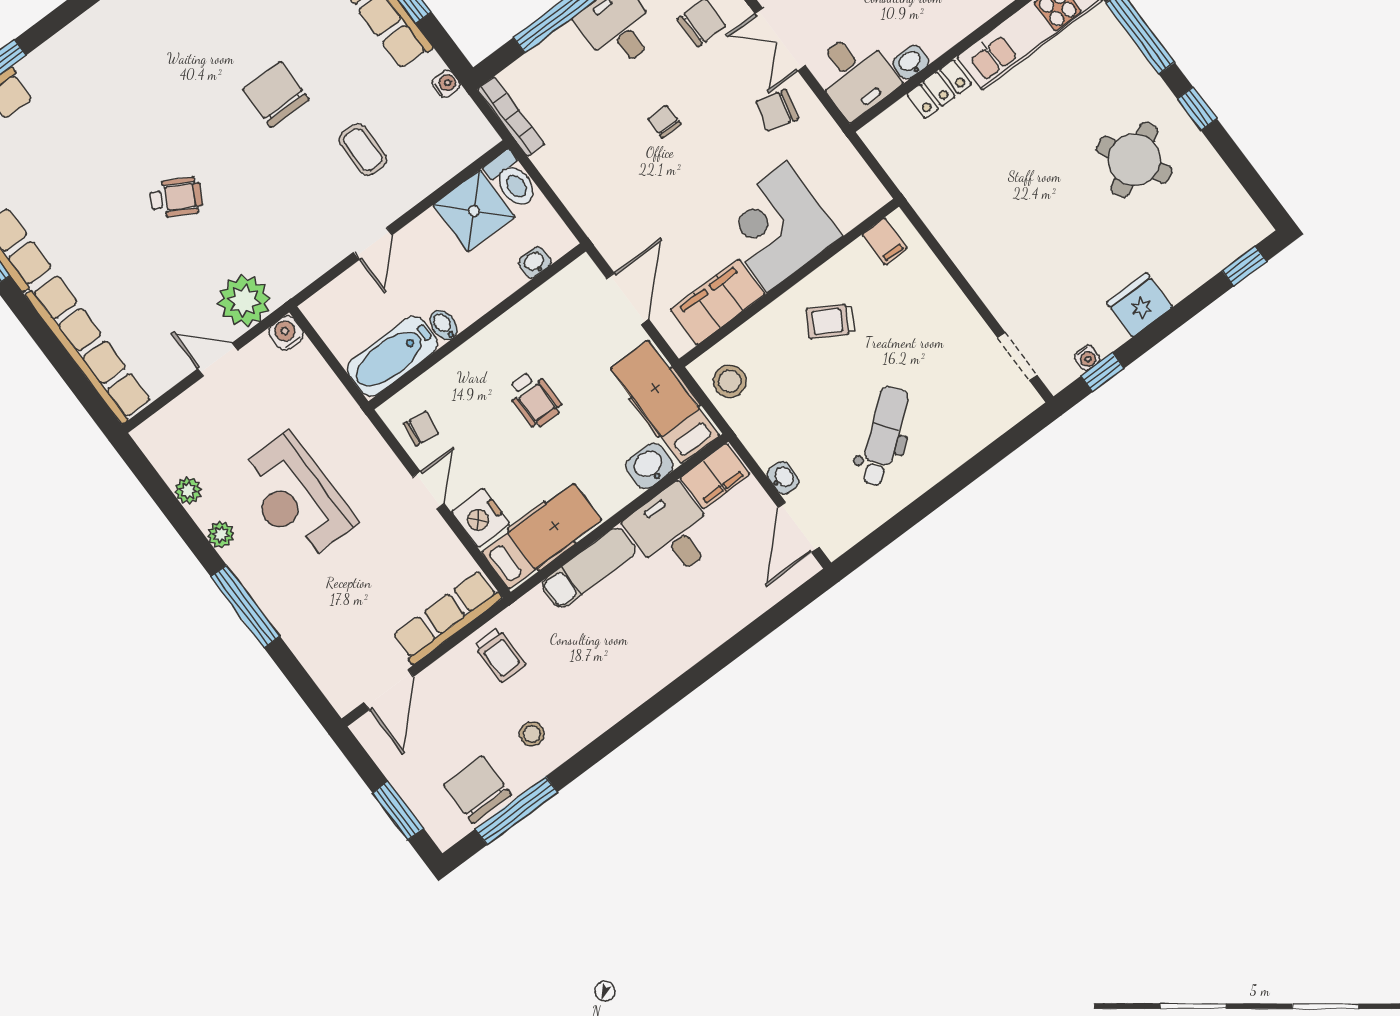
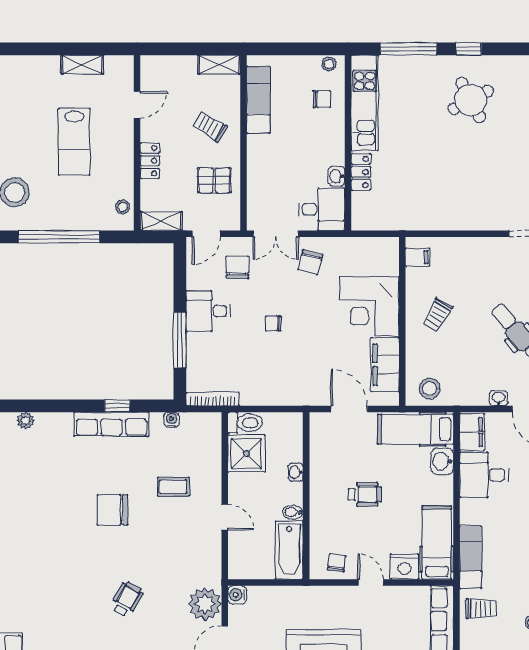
washbasin: (535, 262) -> (296, 472), moved
exam couch: (589, 568) -> (471, 557), moved

